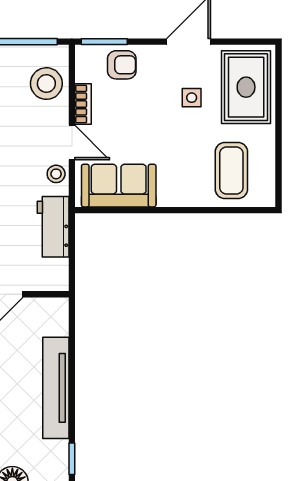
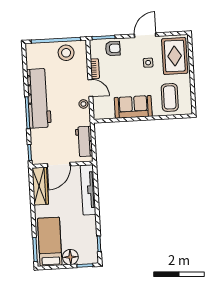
stool: (46, 84) -> (66, 53), moved
sofa: (119, 186) -> (133, 107), moved
workbench: (53, 227) -> (84, 142), moved
tv unit: (56, 388) -> (88, 190), moved

